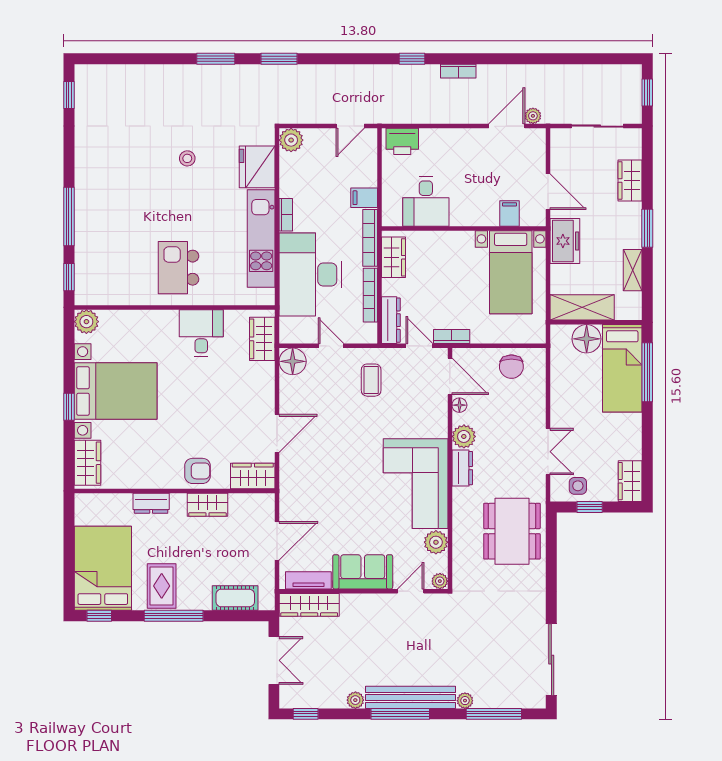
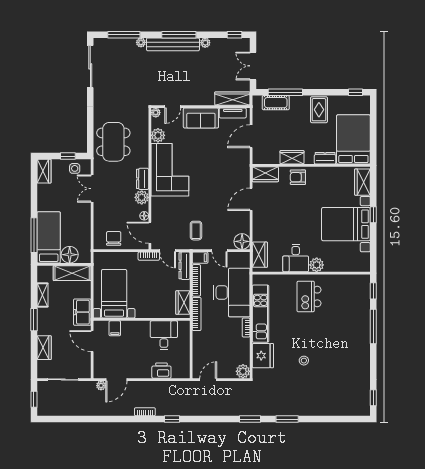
printer: (402, 141) -> (161, 371), moved
filing cabinet: (364, 198) -> (200, 258), moved
kitchen island: (179, 268) -> (309, 296), turned 180
plant: (86, 322) -> (317, 265), moved
bed: (103, 568) -> (353, 139), moved, turned 180
window: (174, 616) -> (285, 92), moved

